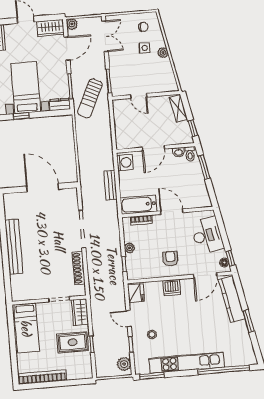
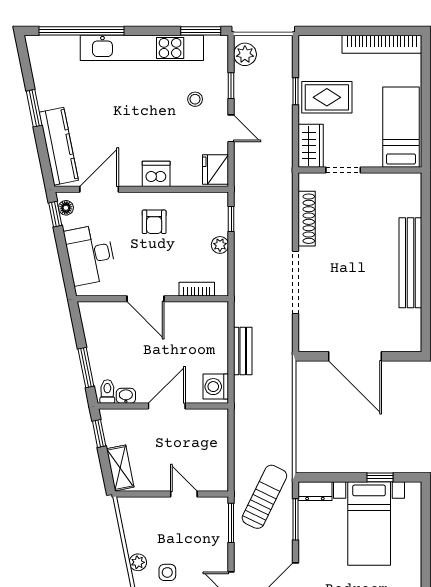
bathtub: (139, 205) -> (199, 315), removed

